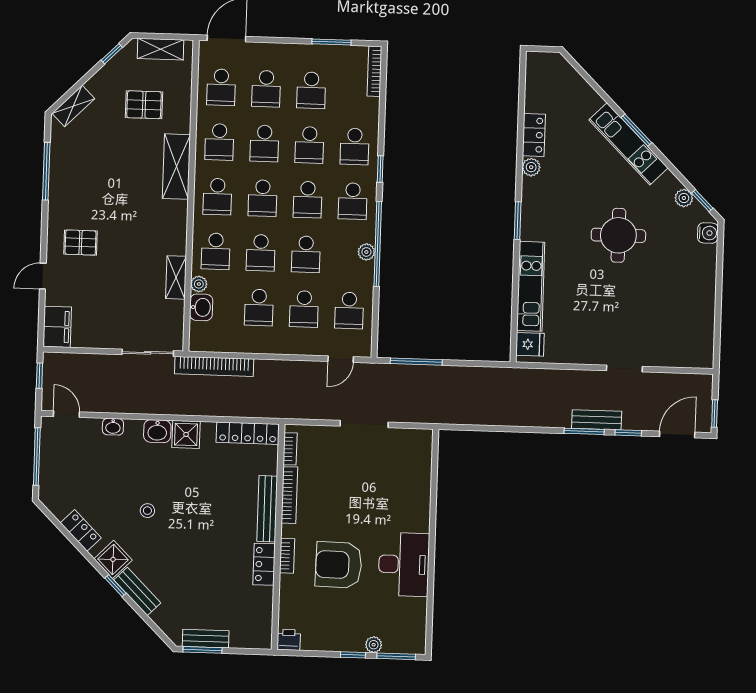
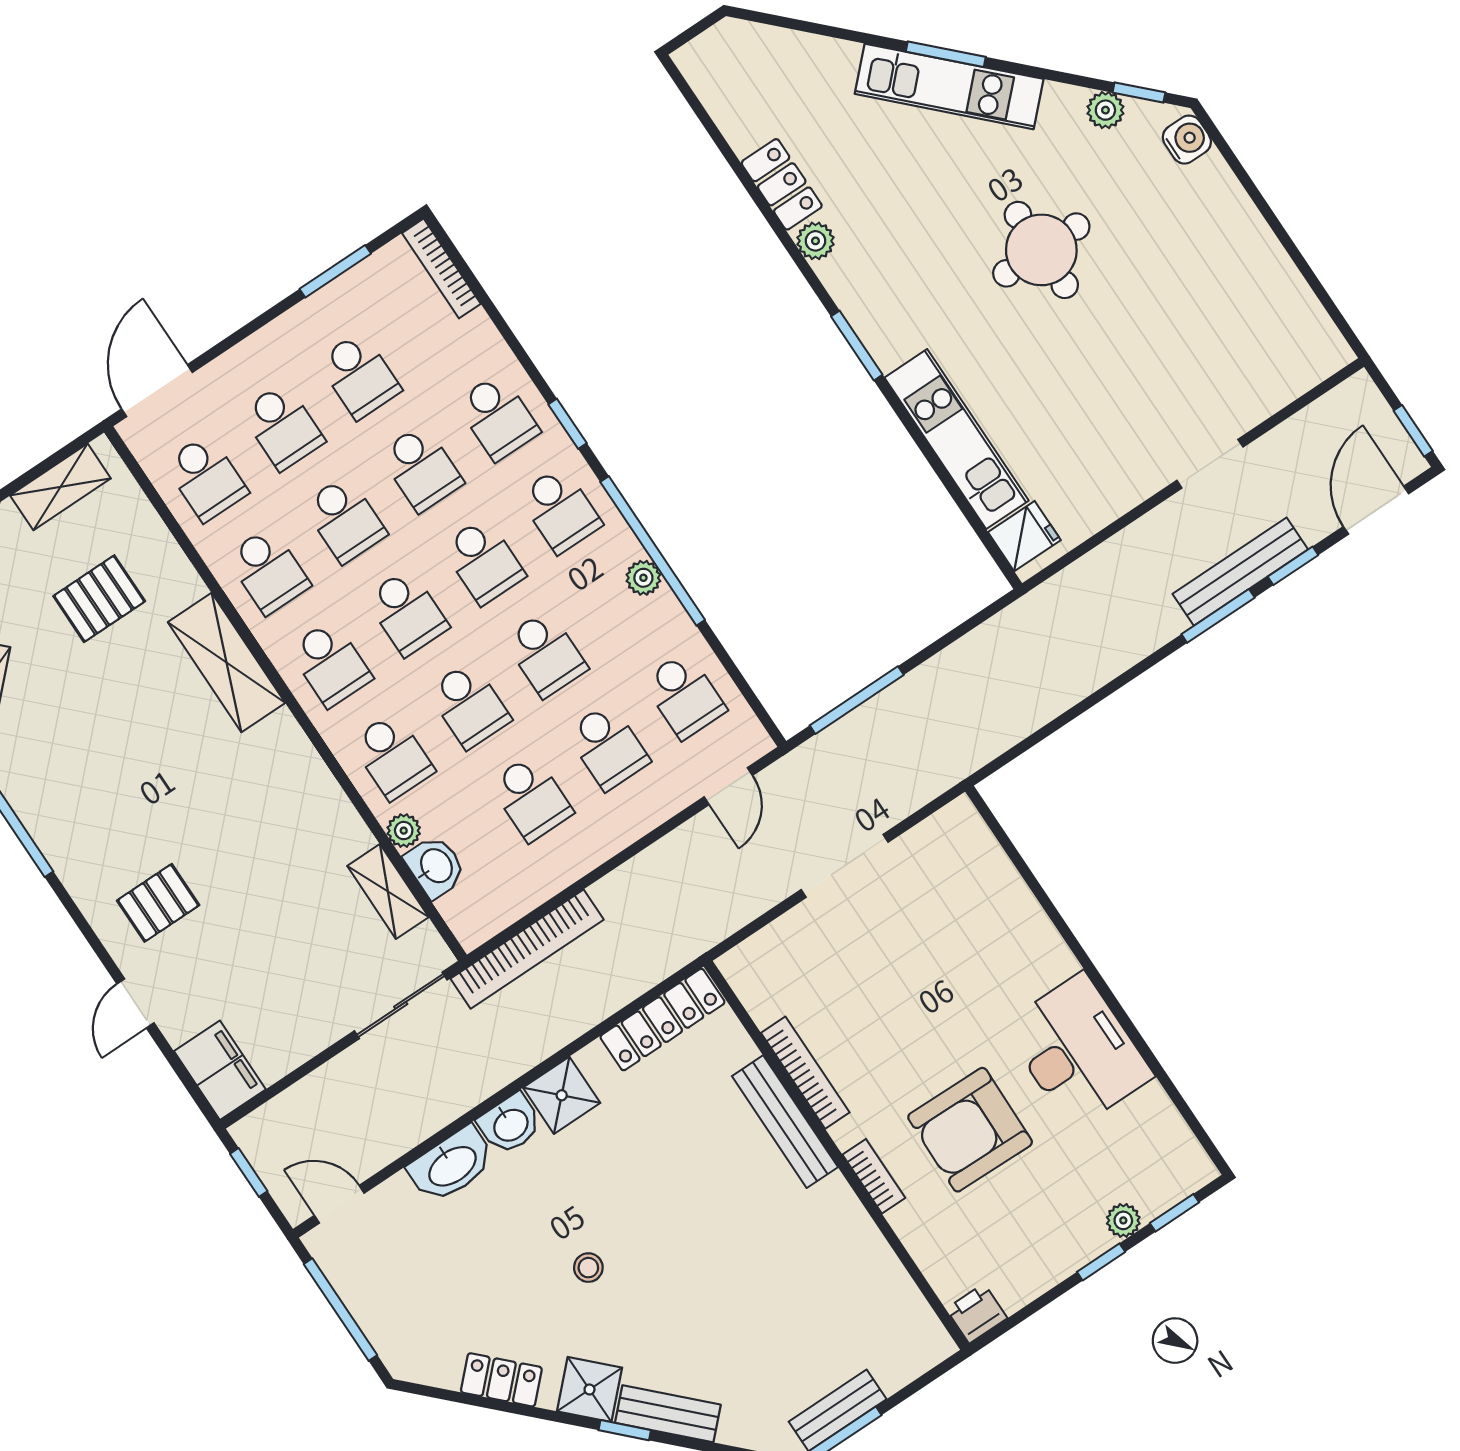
shelving: (176, 277) -> (388, 891), moved
bench: (597, 420) -> (1240, 572), width x1.36
washbasin: (113, 427) -> (452, 1165), width x1.91, depth x1.45
bookcase: (290, 449) -> (751, 995), removed
locker: (264, 564) -> (846, 1217), removed
window: (396, 656) -> (1174, 1213), width x0.67

